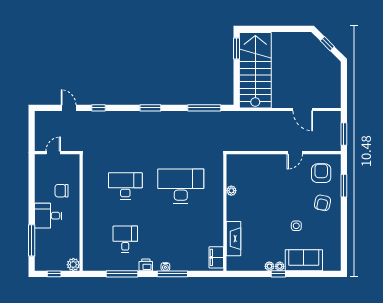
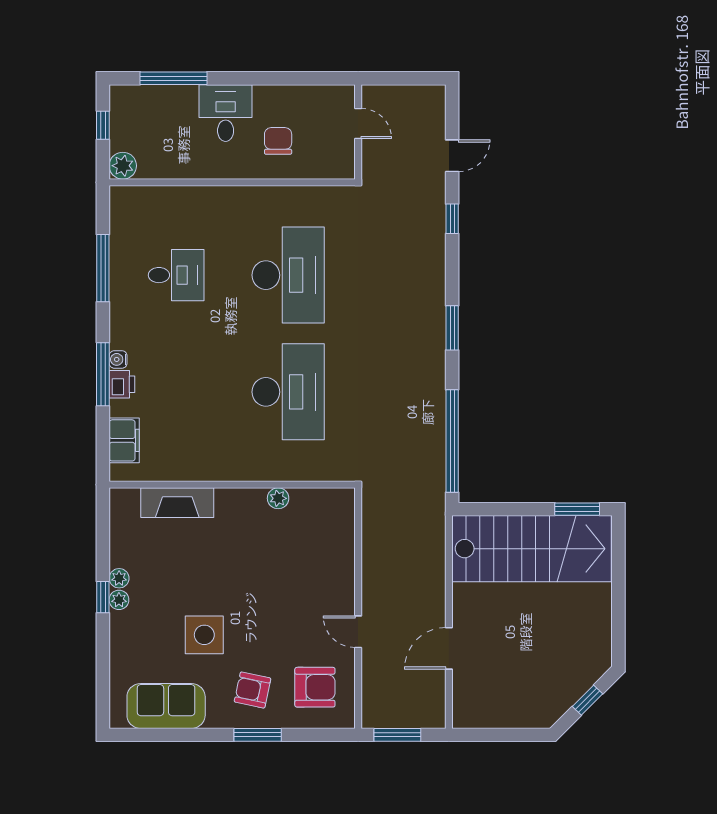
window: (204, 108) -> (452, 441), width x1.46
desk: (125, 186) -> (288, 275), width x1.36, depth x1.30
window: (344, 186) -> (258, 735), moved
side table: (296, 226) -> (204, 635), width x1.87, depth x1.87
filing cabinet: (216, 257) -> (124, 440), moved, turned 90
sofa: (304, 260) -> (166, 706), moved, turned -90
printer: (146, 265) -> (122, 384), moved

